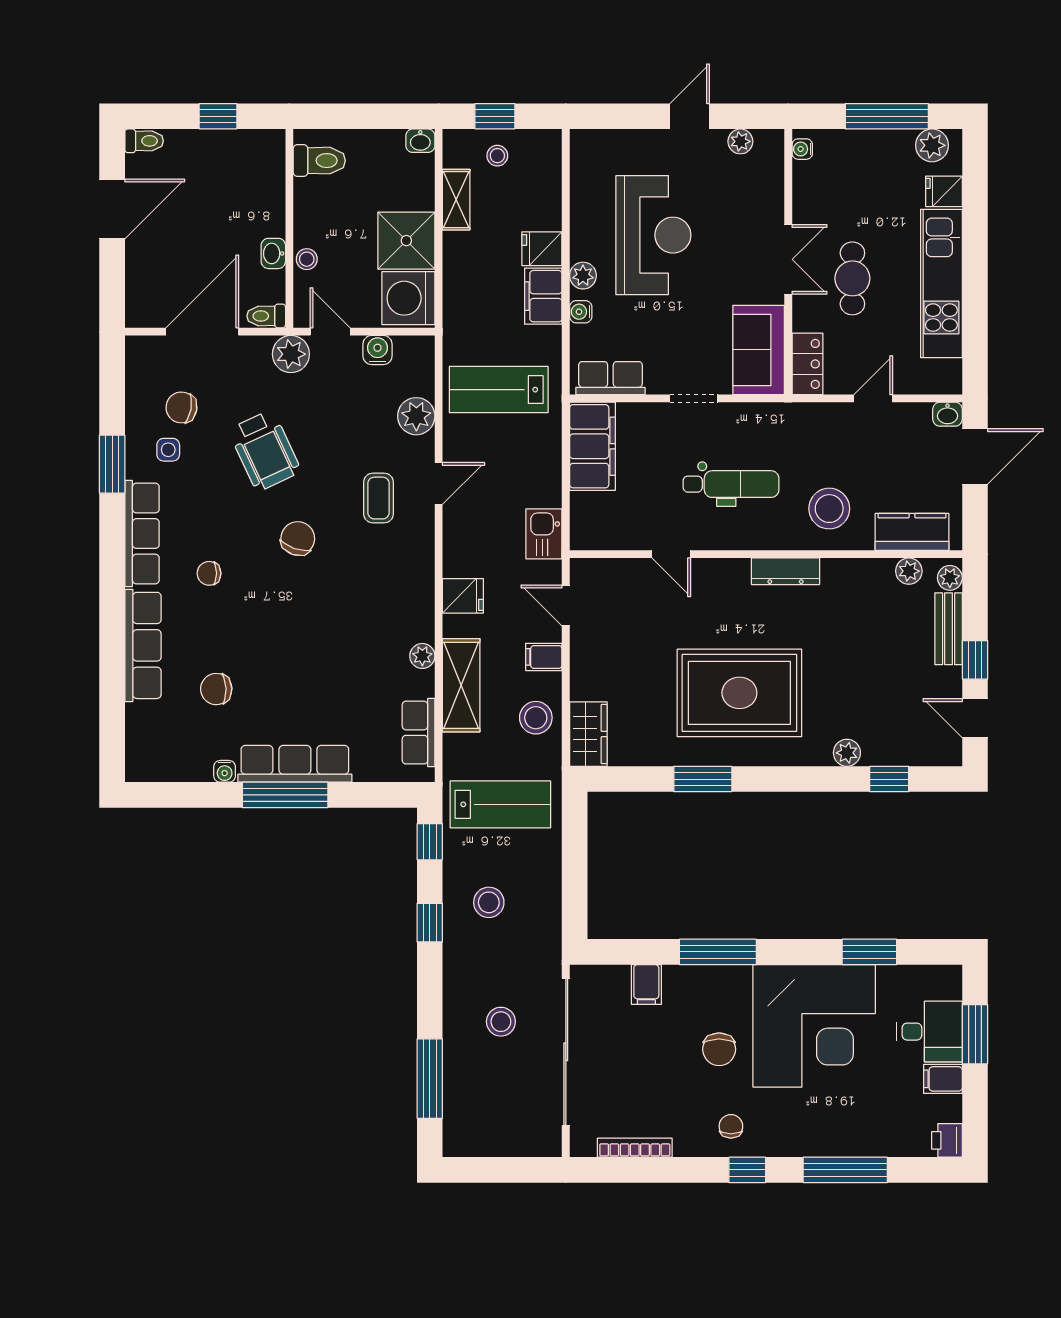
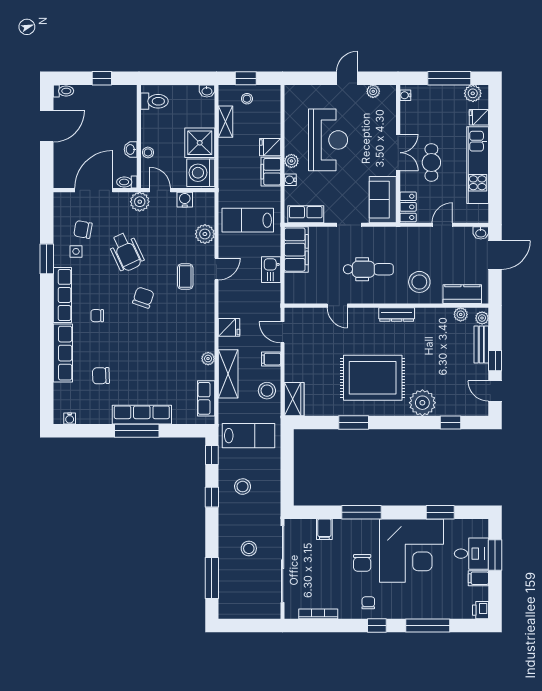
kitchen sink: (544, 534) -> (271, 270), moved
plant: (847, 753) -> (422, 403), width x1.87, depth x1.87
water cooler: (225, 771) -> (70, 418), moved

